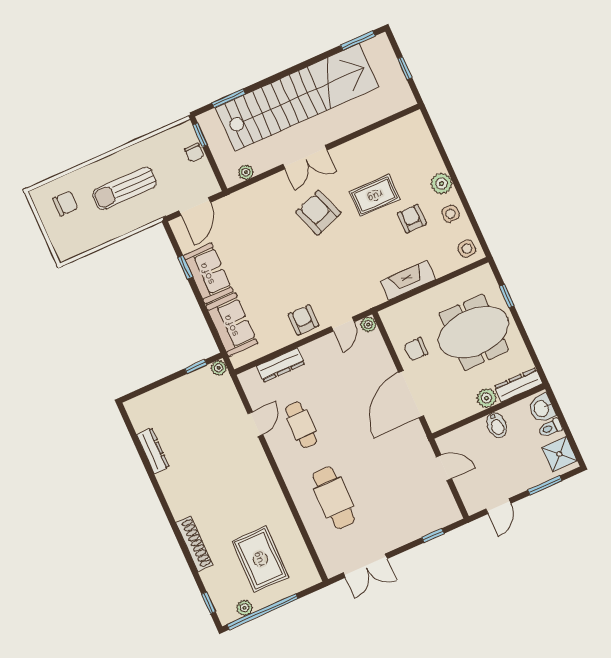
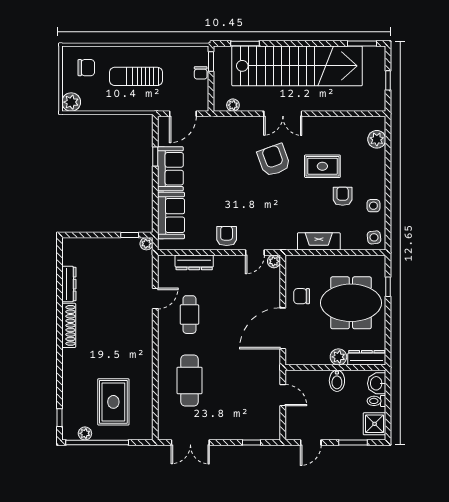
plant: (441, 184) -> (377, 139), moved
plant: (66, 249) -> (71, 102), added
shoe rack: (194, 544) -> (69, 325), moved

